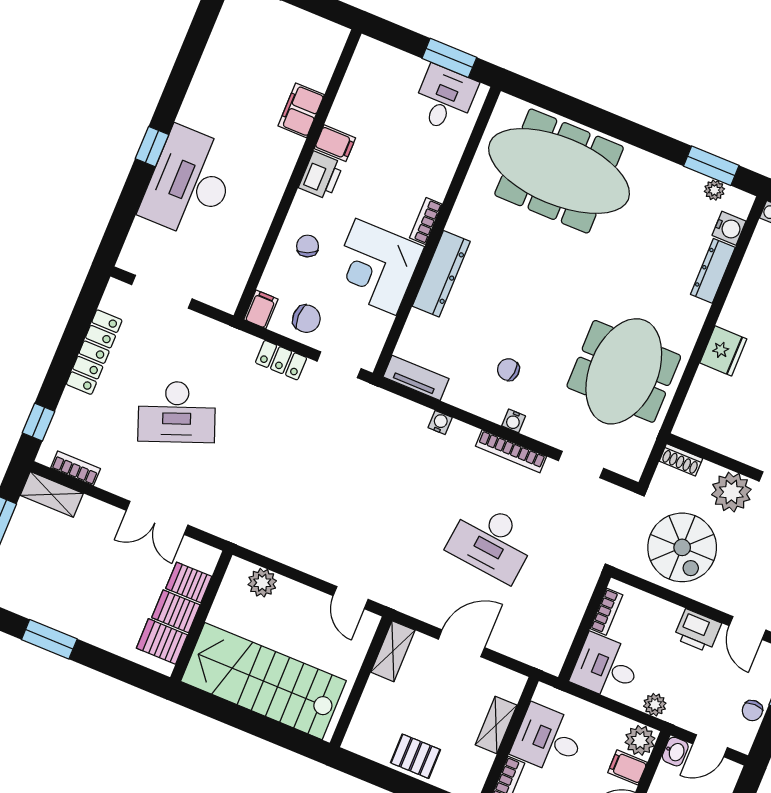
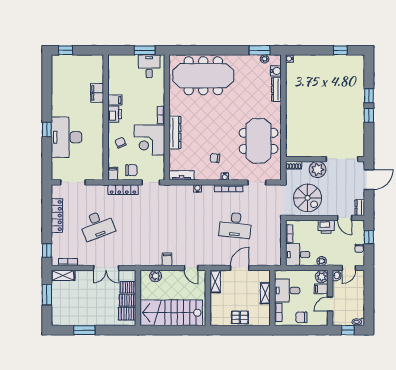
fridge: (723, 351) -> (293, 118), removed
locker: (281, 360) -> (123, 190), width x1.53
filing cabinet: (304, 555) -> (167, 259), added

